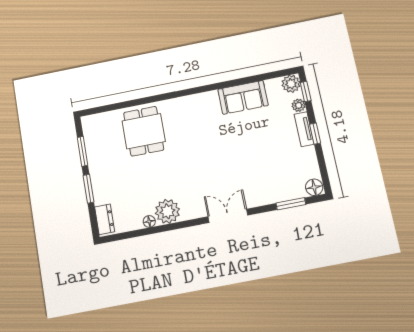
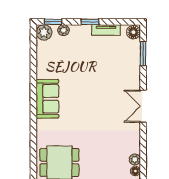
sofa: (243, 97) -> (47, 99), moved
tv unit: (304, 129) -> (106, 30), moved
plant: (167, 211) -> (135, 159), width x0.53, depth x0.53

